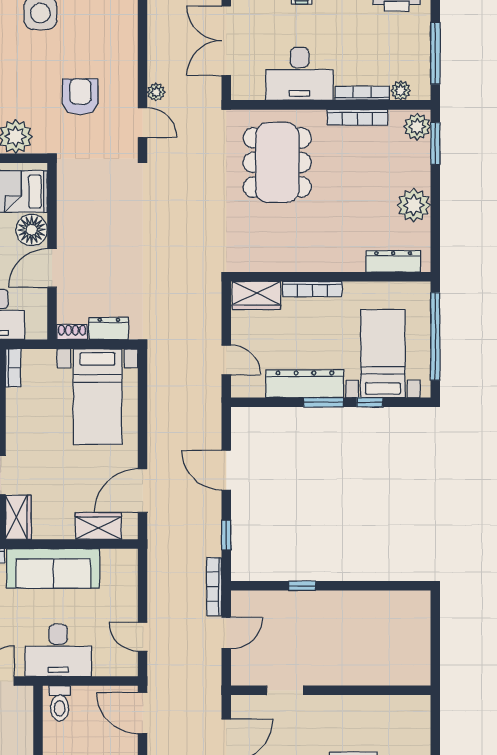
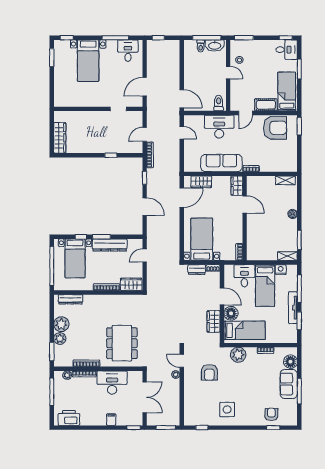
plant: (417, 127) -> (60, 338), moved
wardrobe: (71, 212) -> (214, 321), added
door: (52, 268) -> (222, 296), hinge flipped
door: (226, 360) -> (145, 256), hinge flipped
wardrobe: (417, 625) -> (60, 138), added

